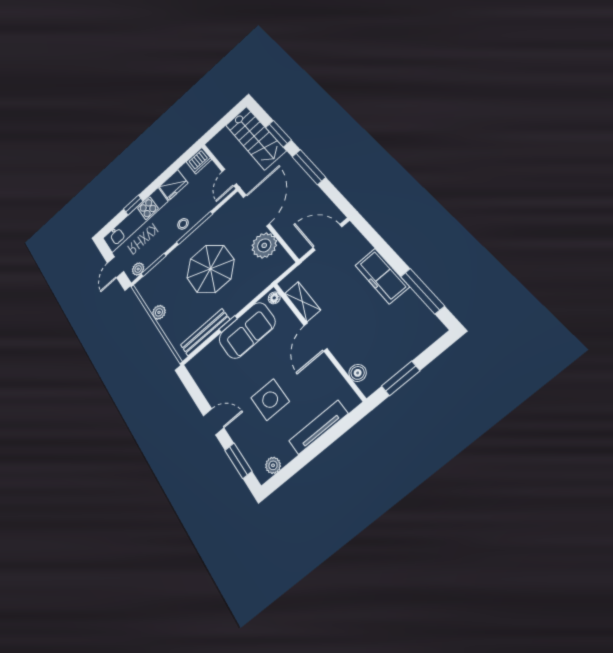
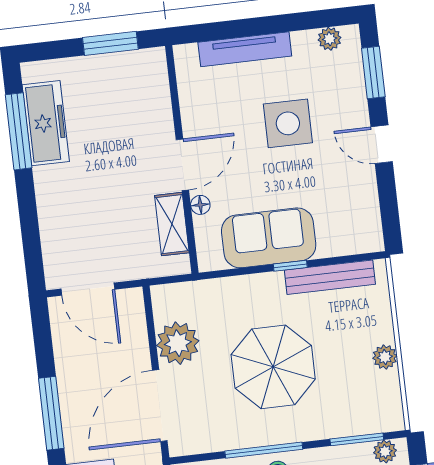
freezer: (382, 276) -> (46, 123), moved
floor lamp: (274, 298) -> (200, 205), moved
boiler: (358, 373) -> (157, 84), removed

